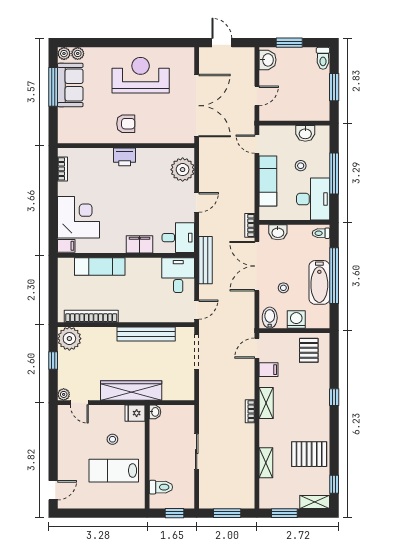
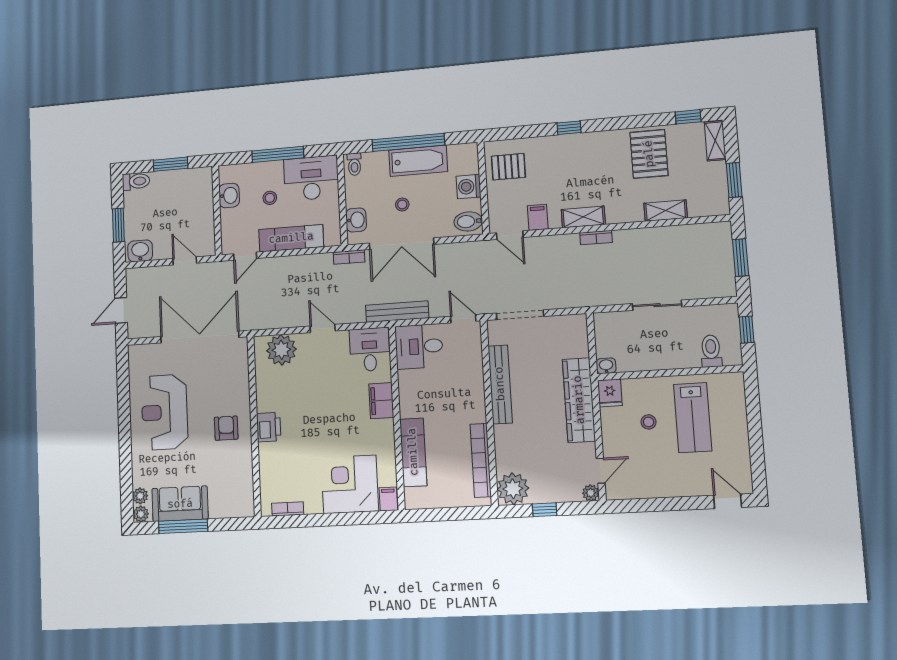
stool: (283, 288) -> (402, 205), moved

